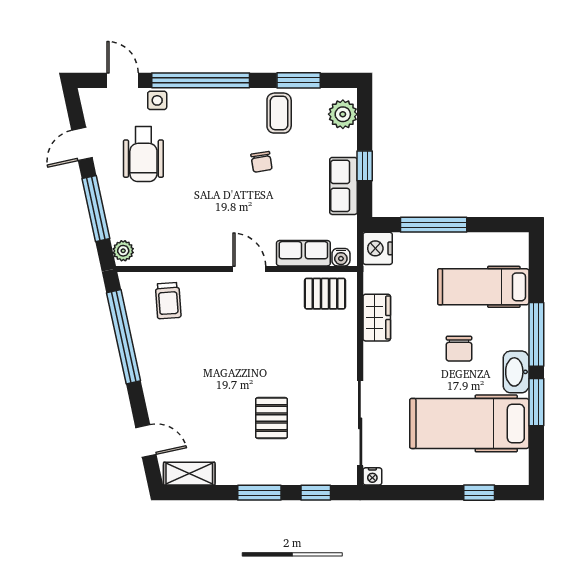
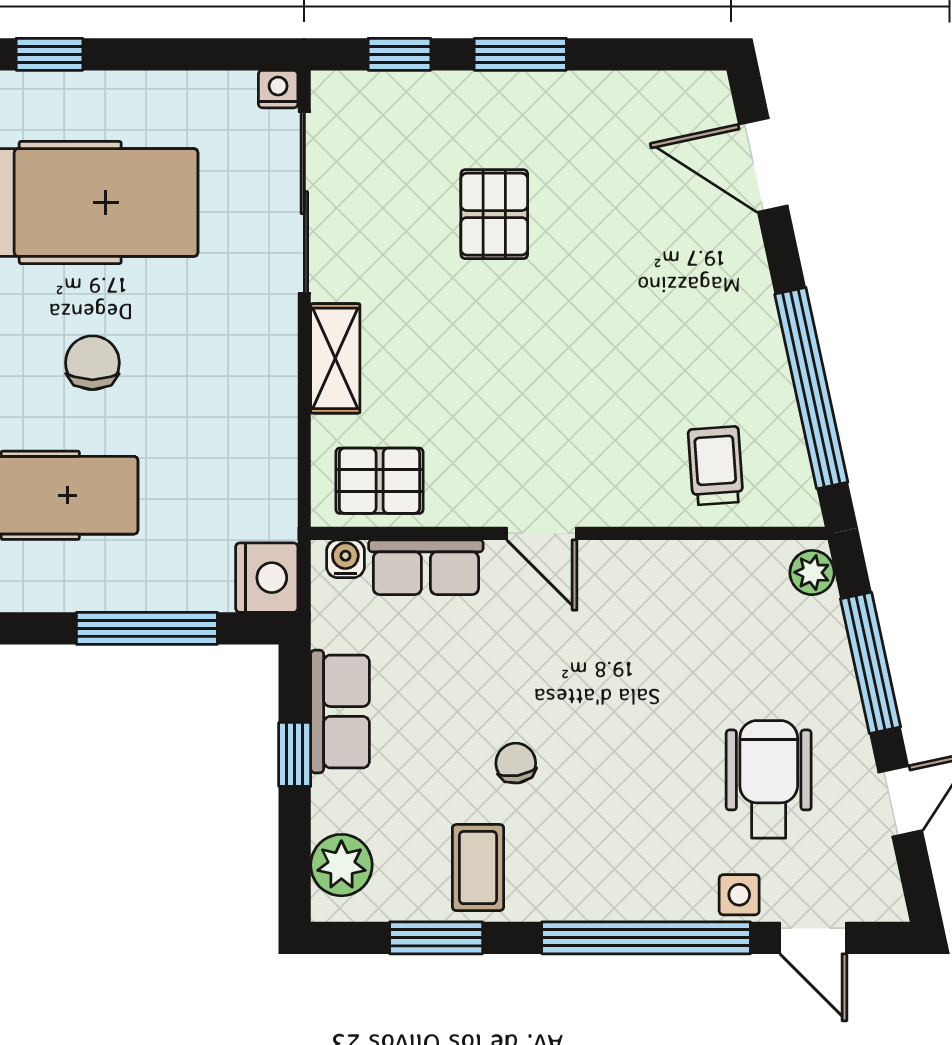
wardrobe: (377, 318) -> (269, 429), removed
door: (146, 441) -> (763, 165), width x1.38
shelving: (189, 474) -> (335, 358), moved, turned 90

